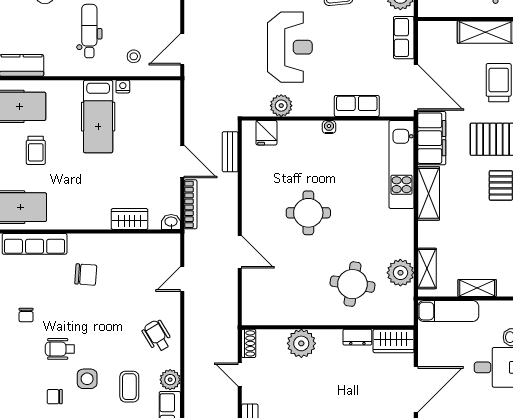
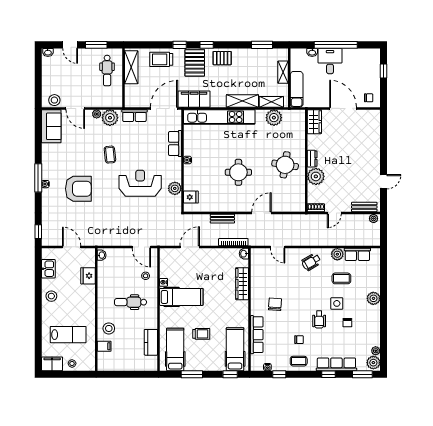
bench: (230, 152) -> (222, 219), moved
door: (182, 161) -> (190, 247), moved
kitchen unit: (402, 164) -> (219, 117), width x1.36
shelving: (429, 193) -> (242, 101), moved
wardrobe: (130, 219) -> (242, 284), width x1.50
round table: (352, 284) -> (285, 165), moved
dresser: (357, 337) -> (312, 159), moved

